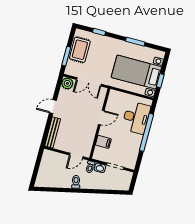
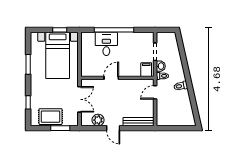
plant: (67, 83) -> (98, 120), moved
door: (101, 117) -> (111, 78), hinge flipped
desk: (136, 118) -> (106, 44), width x0.73
filing cabinet: (103, 142) -> (146, 70), moved
door: (76, 156) -> (155, 92), swing flipped

